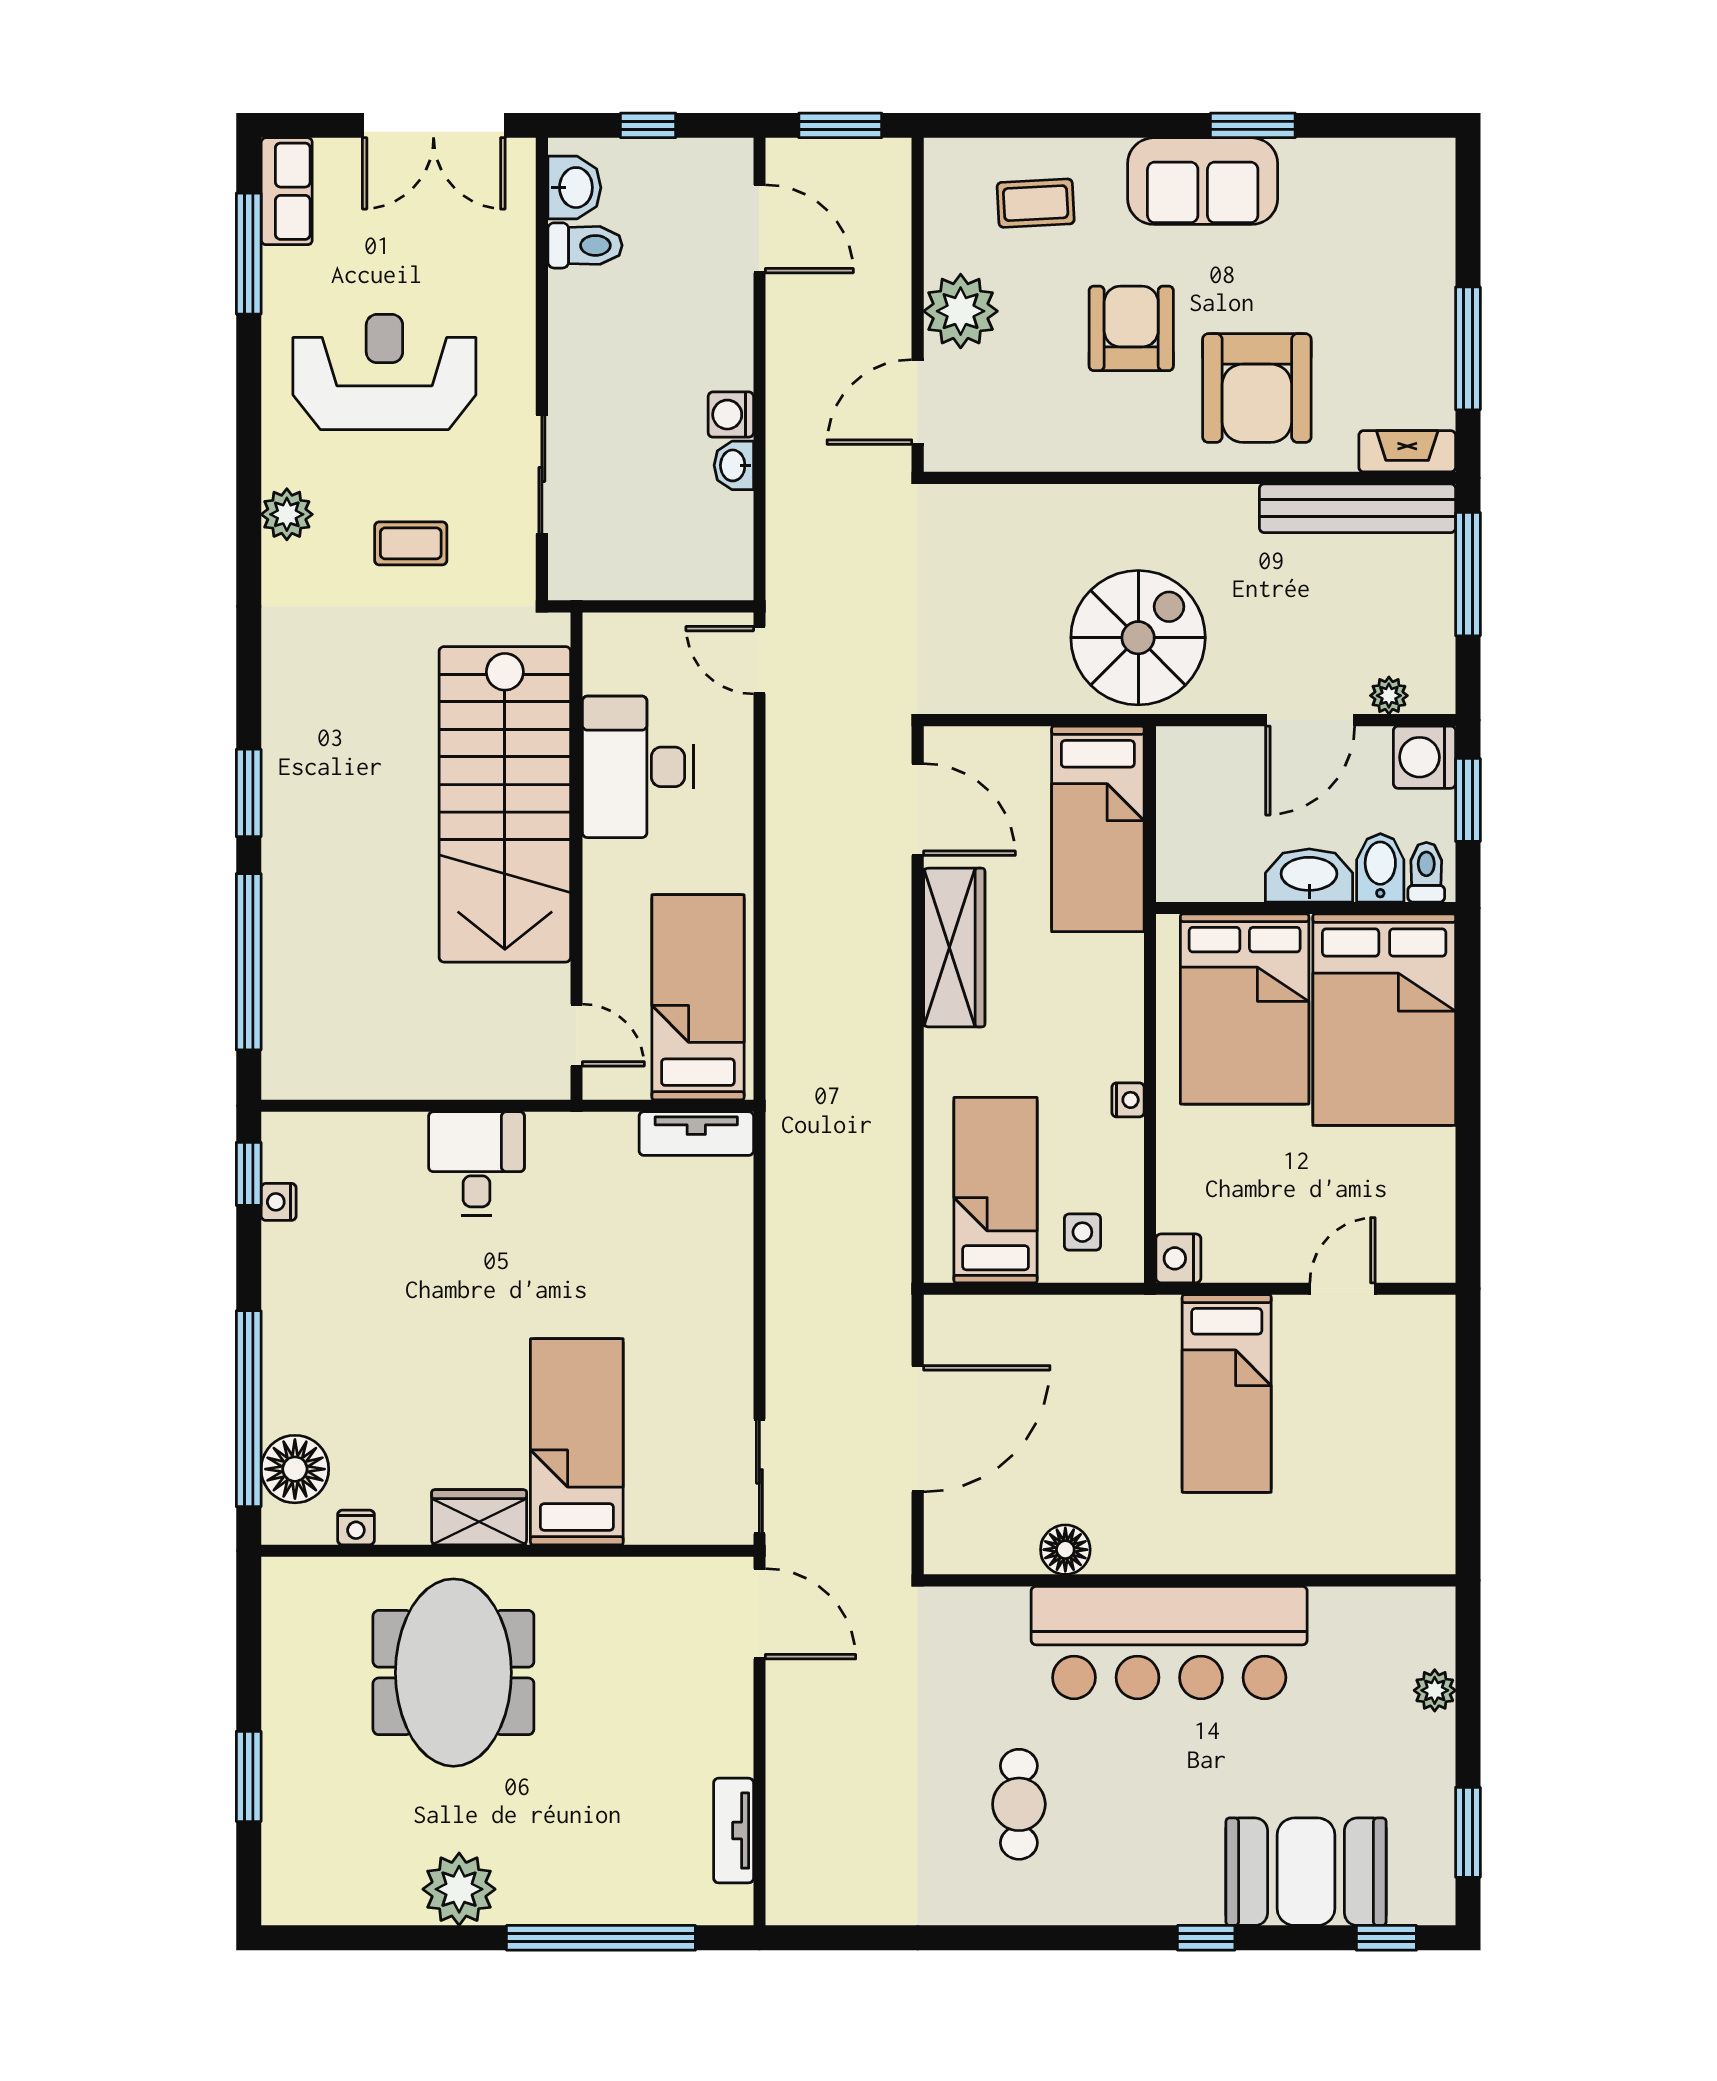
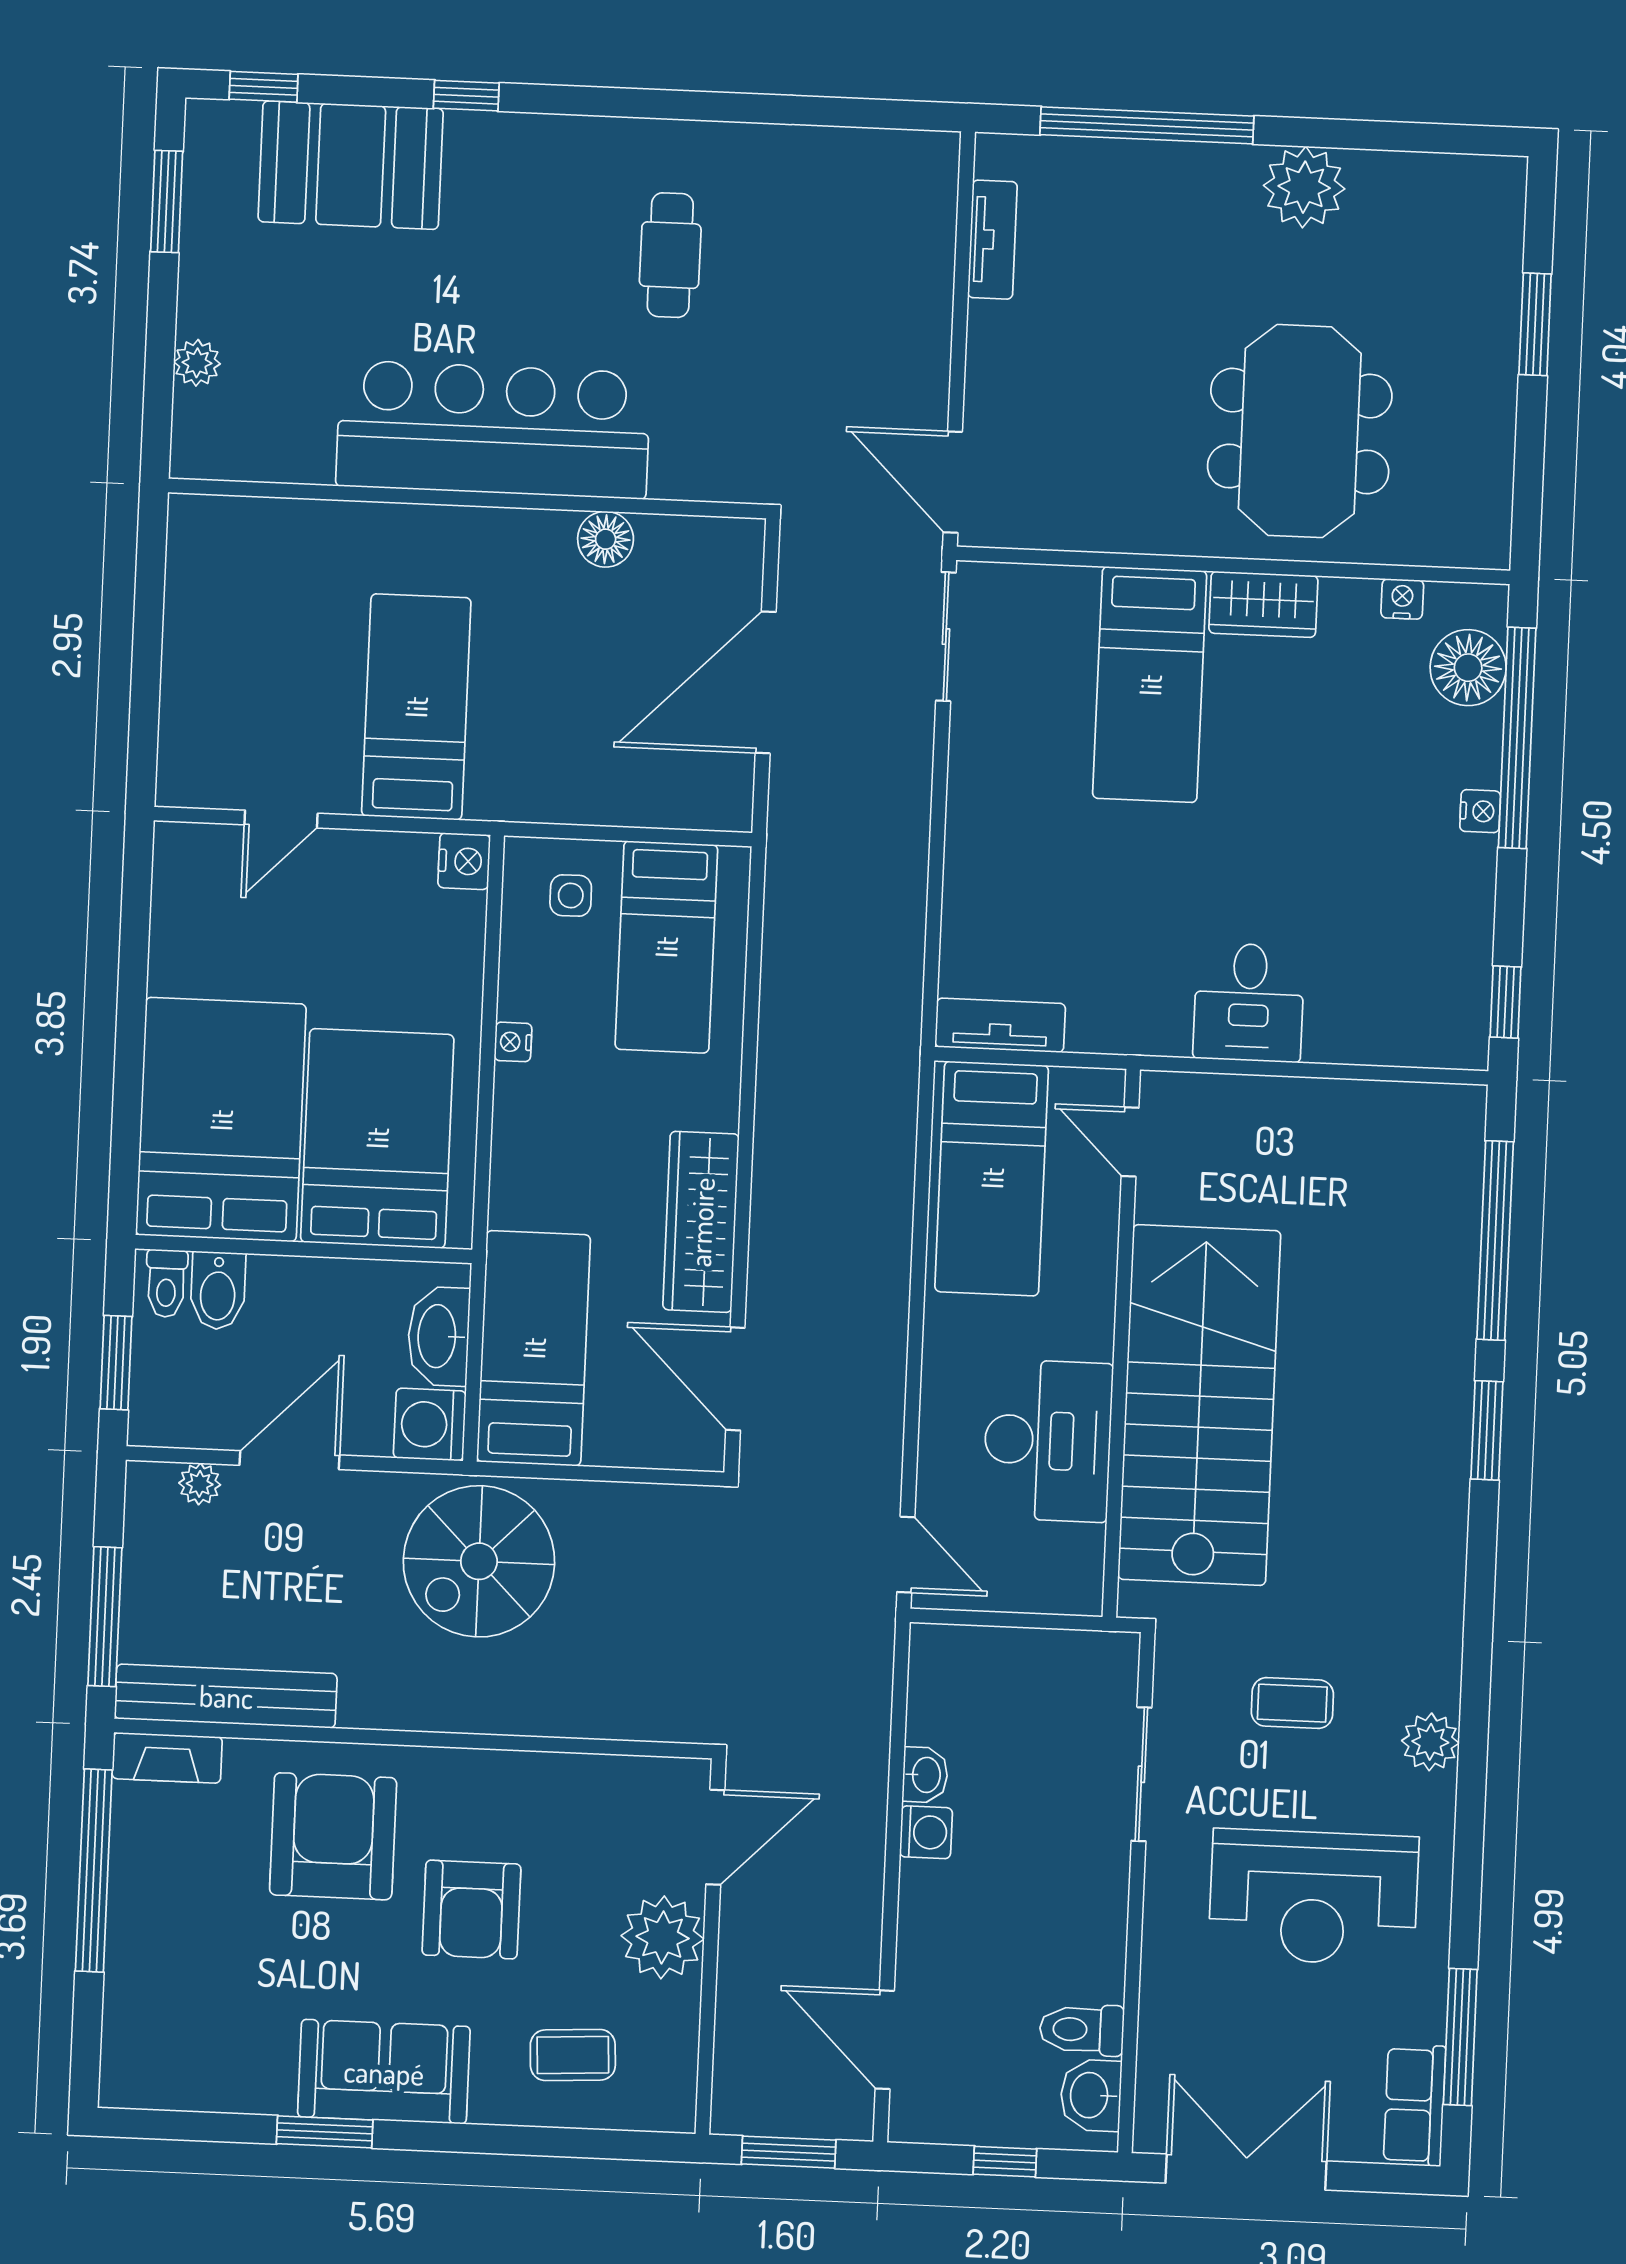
window: (1468, 348) -> (94, 1871), width x1.46
washing machine: (1424, 757) -> (430, 1424), moved, turned 180
washbasin: (1309, 875) -> (439, 1336), moved, turned 90
nightstand: (279, 1202) -> (1480, 811), moved

